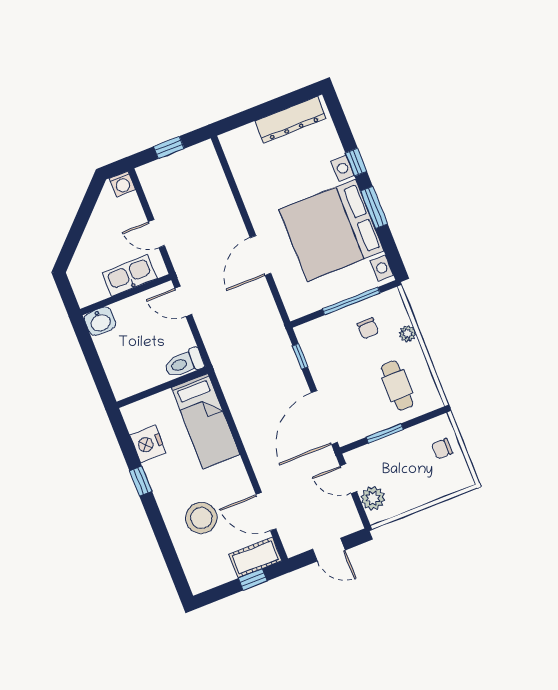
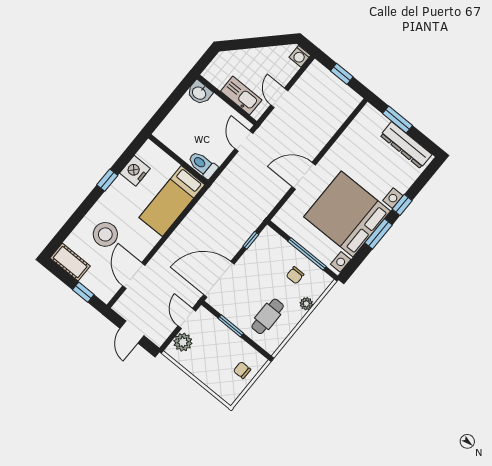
window: (256, 113) -> (398, 119), added
cot: (255, 558) -> (70, 262), moved

